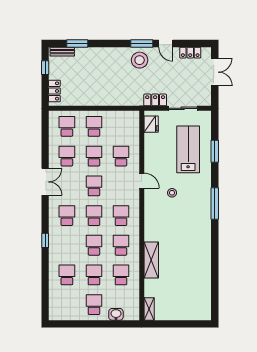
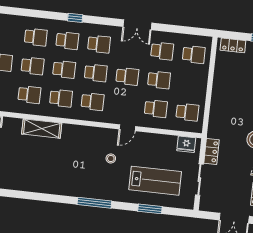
school desk: (94, 126) -> (187, 112), moved
school desk: (67, 245) -> (67, 41), added

